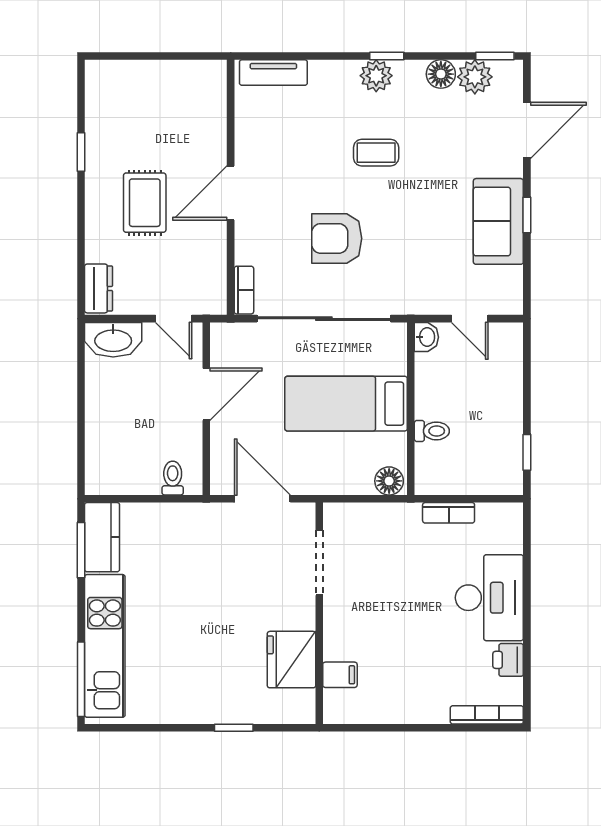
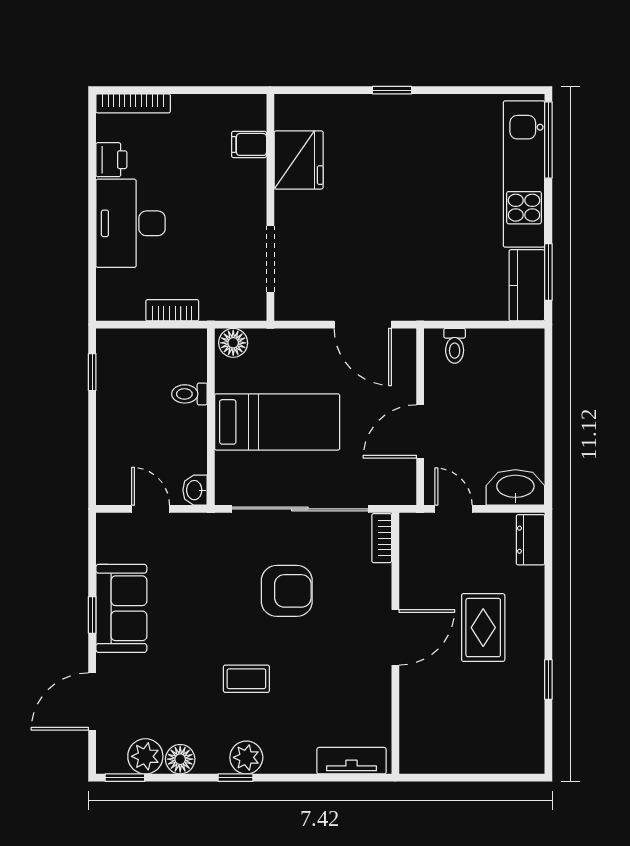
doorway: (319, 563) -> (270, 259), moved
wall: (319, 613) -> (270, 207), moved
fridge: (292, 660) -> (299, 160), moved
filing cabinet: (340, 675) -> (249, 144), moved

